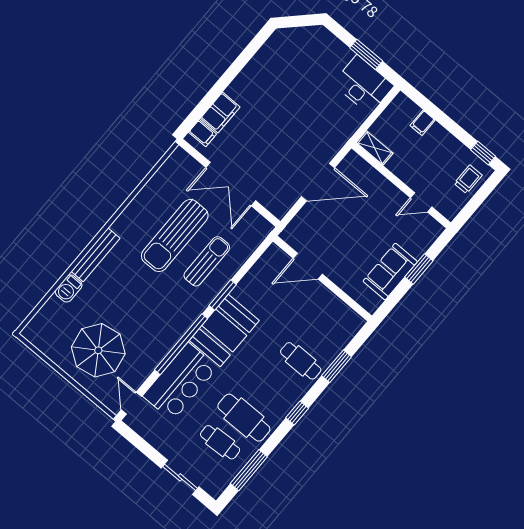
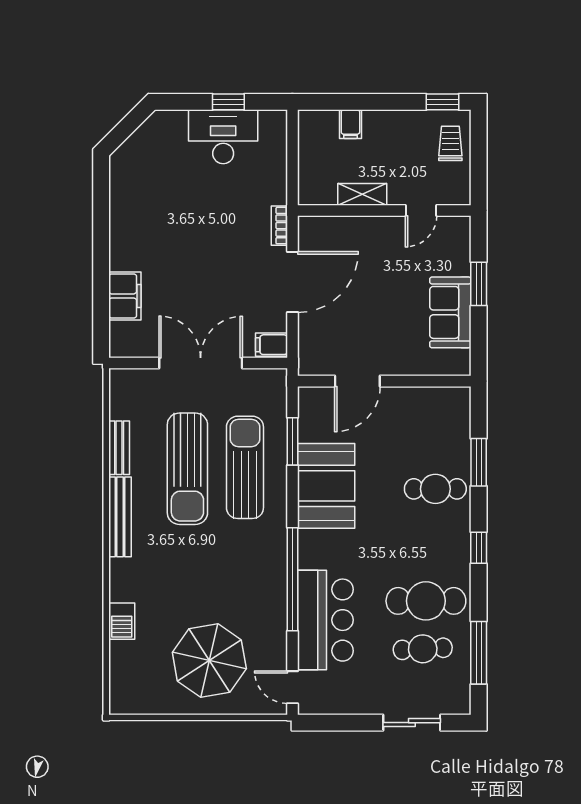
window: (366, 54) -> (228, 102), width x0.67
desk: (363, 85) -> (223, 137), moved
filing cabinet: (203, 133) -> (271, 345), moved, turned 180
bookcase: (337, 145) -> (279, 226), added
shelving: (375, 148) -> (362, 194), moved
double door: (231, 184) -> (201, 363), swing flipped
bench: (147, 193) -> (119, 448), added
bench: (96, 255) -> (120, 517), moved
sun lounger: (207, 261) -> (245, 467), width x1.36, depth x1.34
window: (223, 295) -> (292, 441), moved
booth: (224, 330) -> (326, 486), moved

